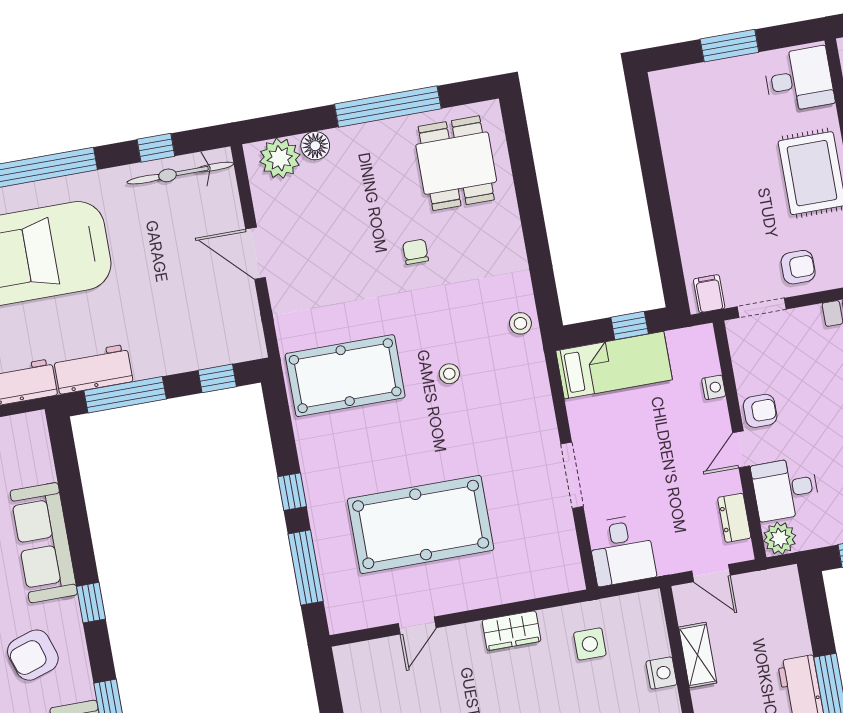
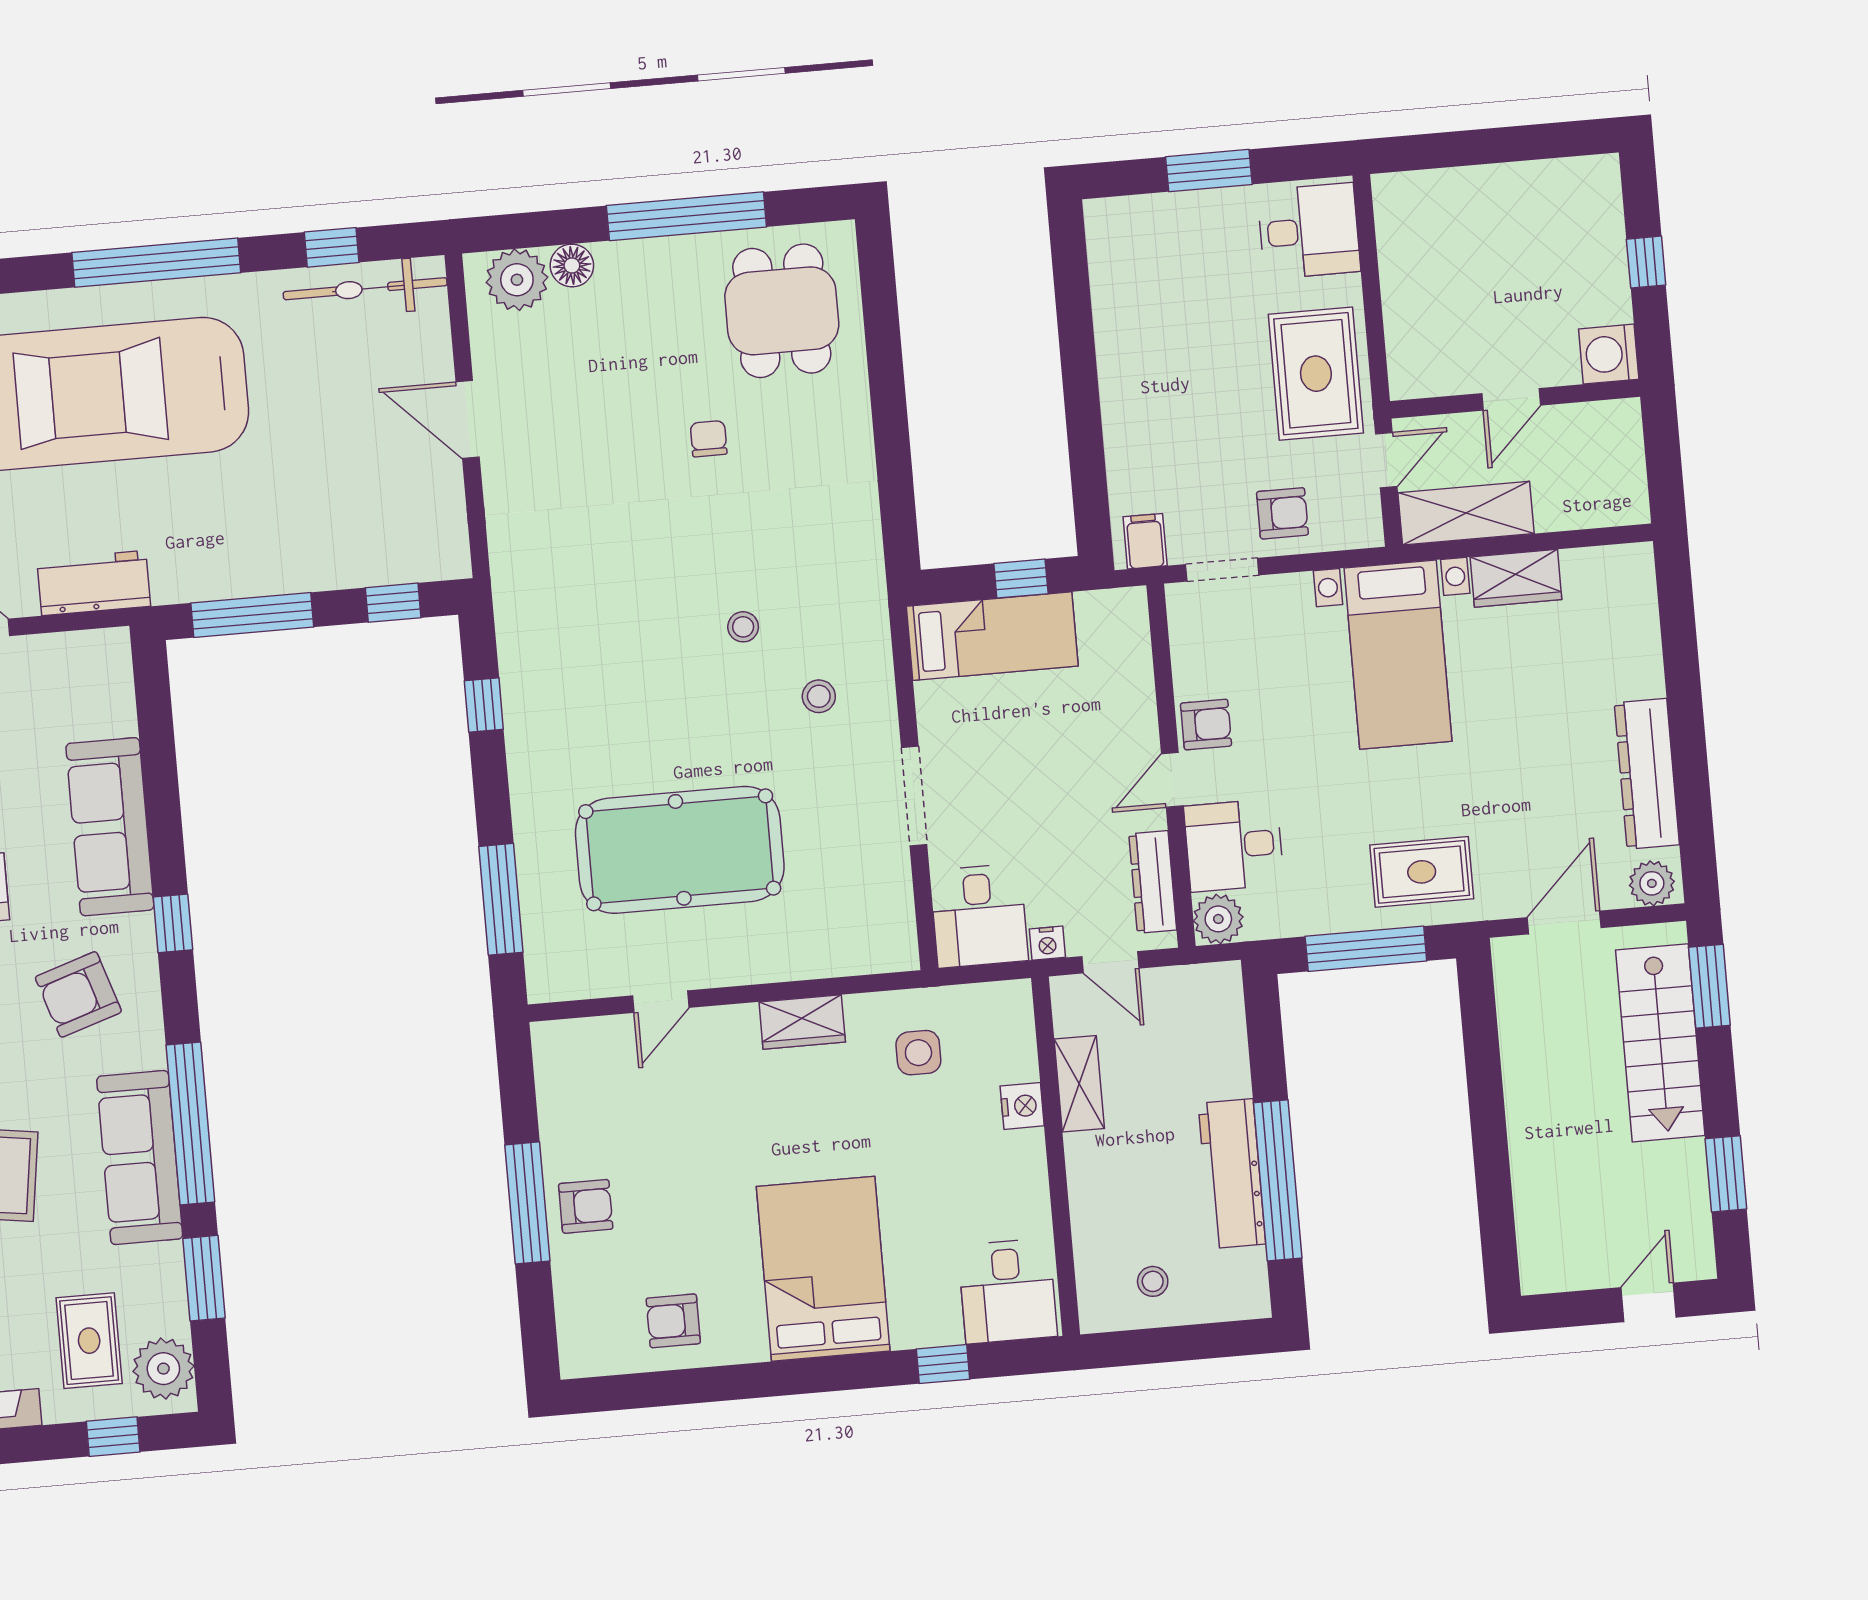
stool: (520, 323) -> (819, 696), moved
workbench: (93, 369) -> (208, 572), removed
pool table: (345, 376) -> (586, 616), removed
nightstand: (714, 387) -> (1047, 943), moved, turned 90
window: (292, 492) -> (484, 705), moved
dresser: (734, 518) -> (1153, 882), width x1.44

